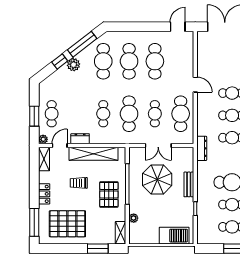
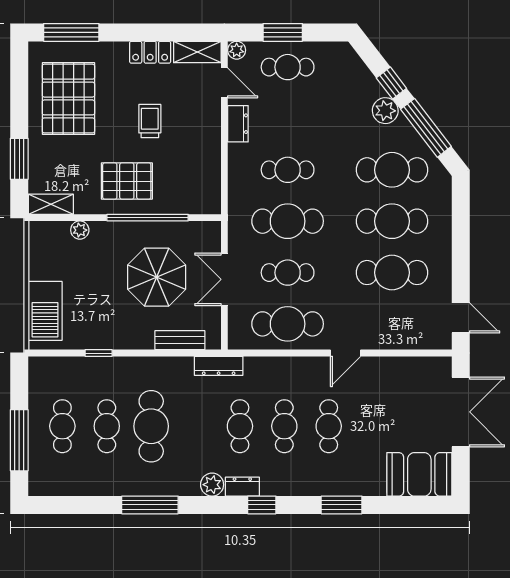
shelving: (94, 154) -> (208, 150), removed
bench: (189, 184) -> (180, 340), moved
locker: (44, 194) -> (150, 52), moved

